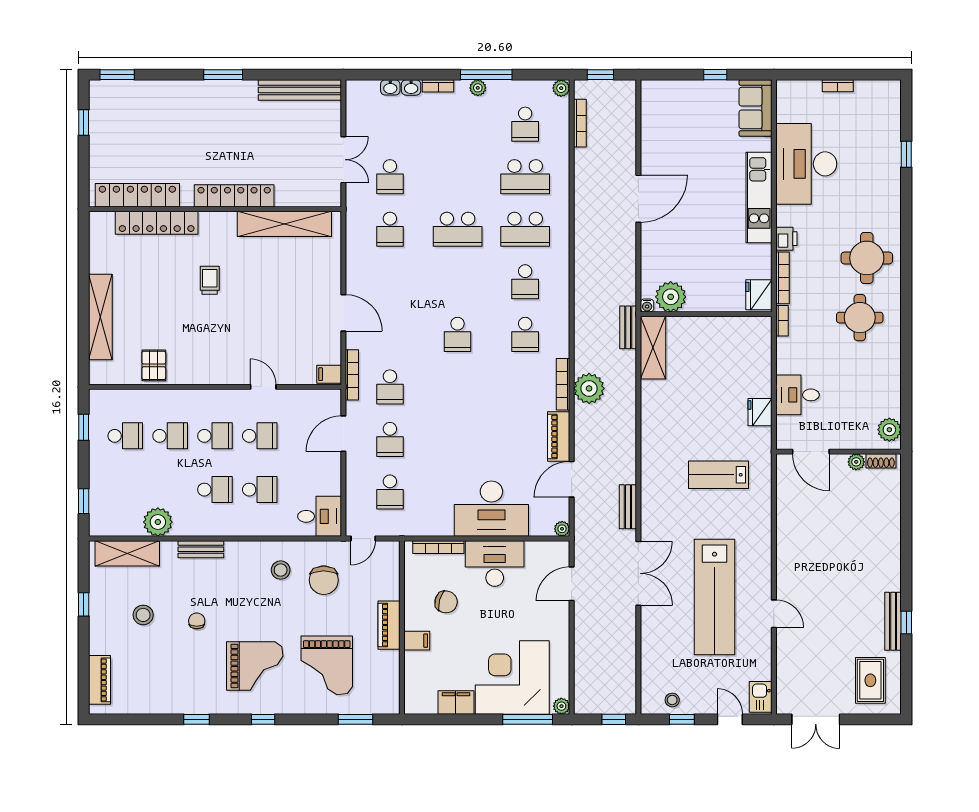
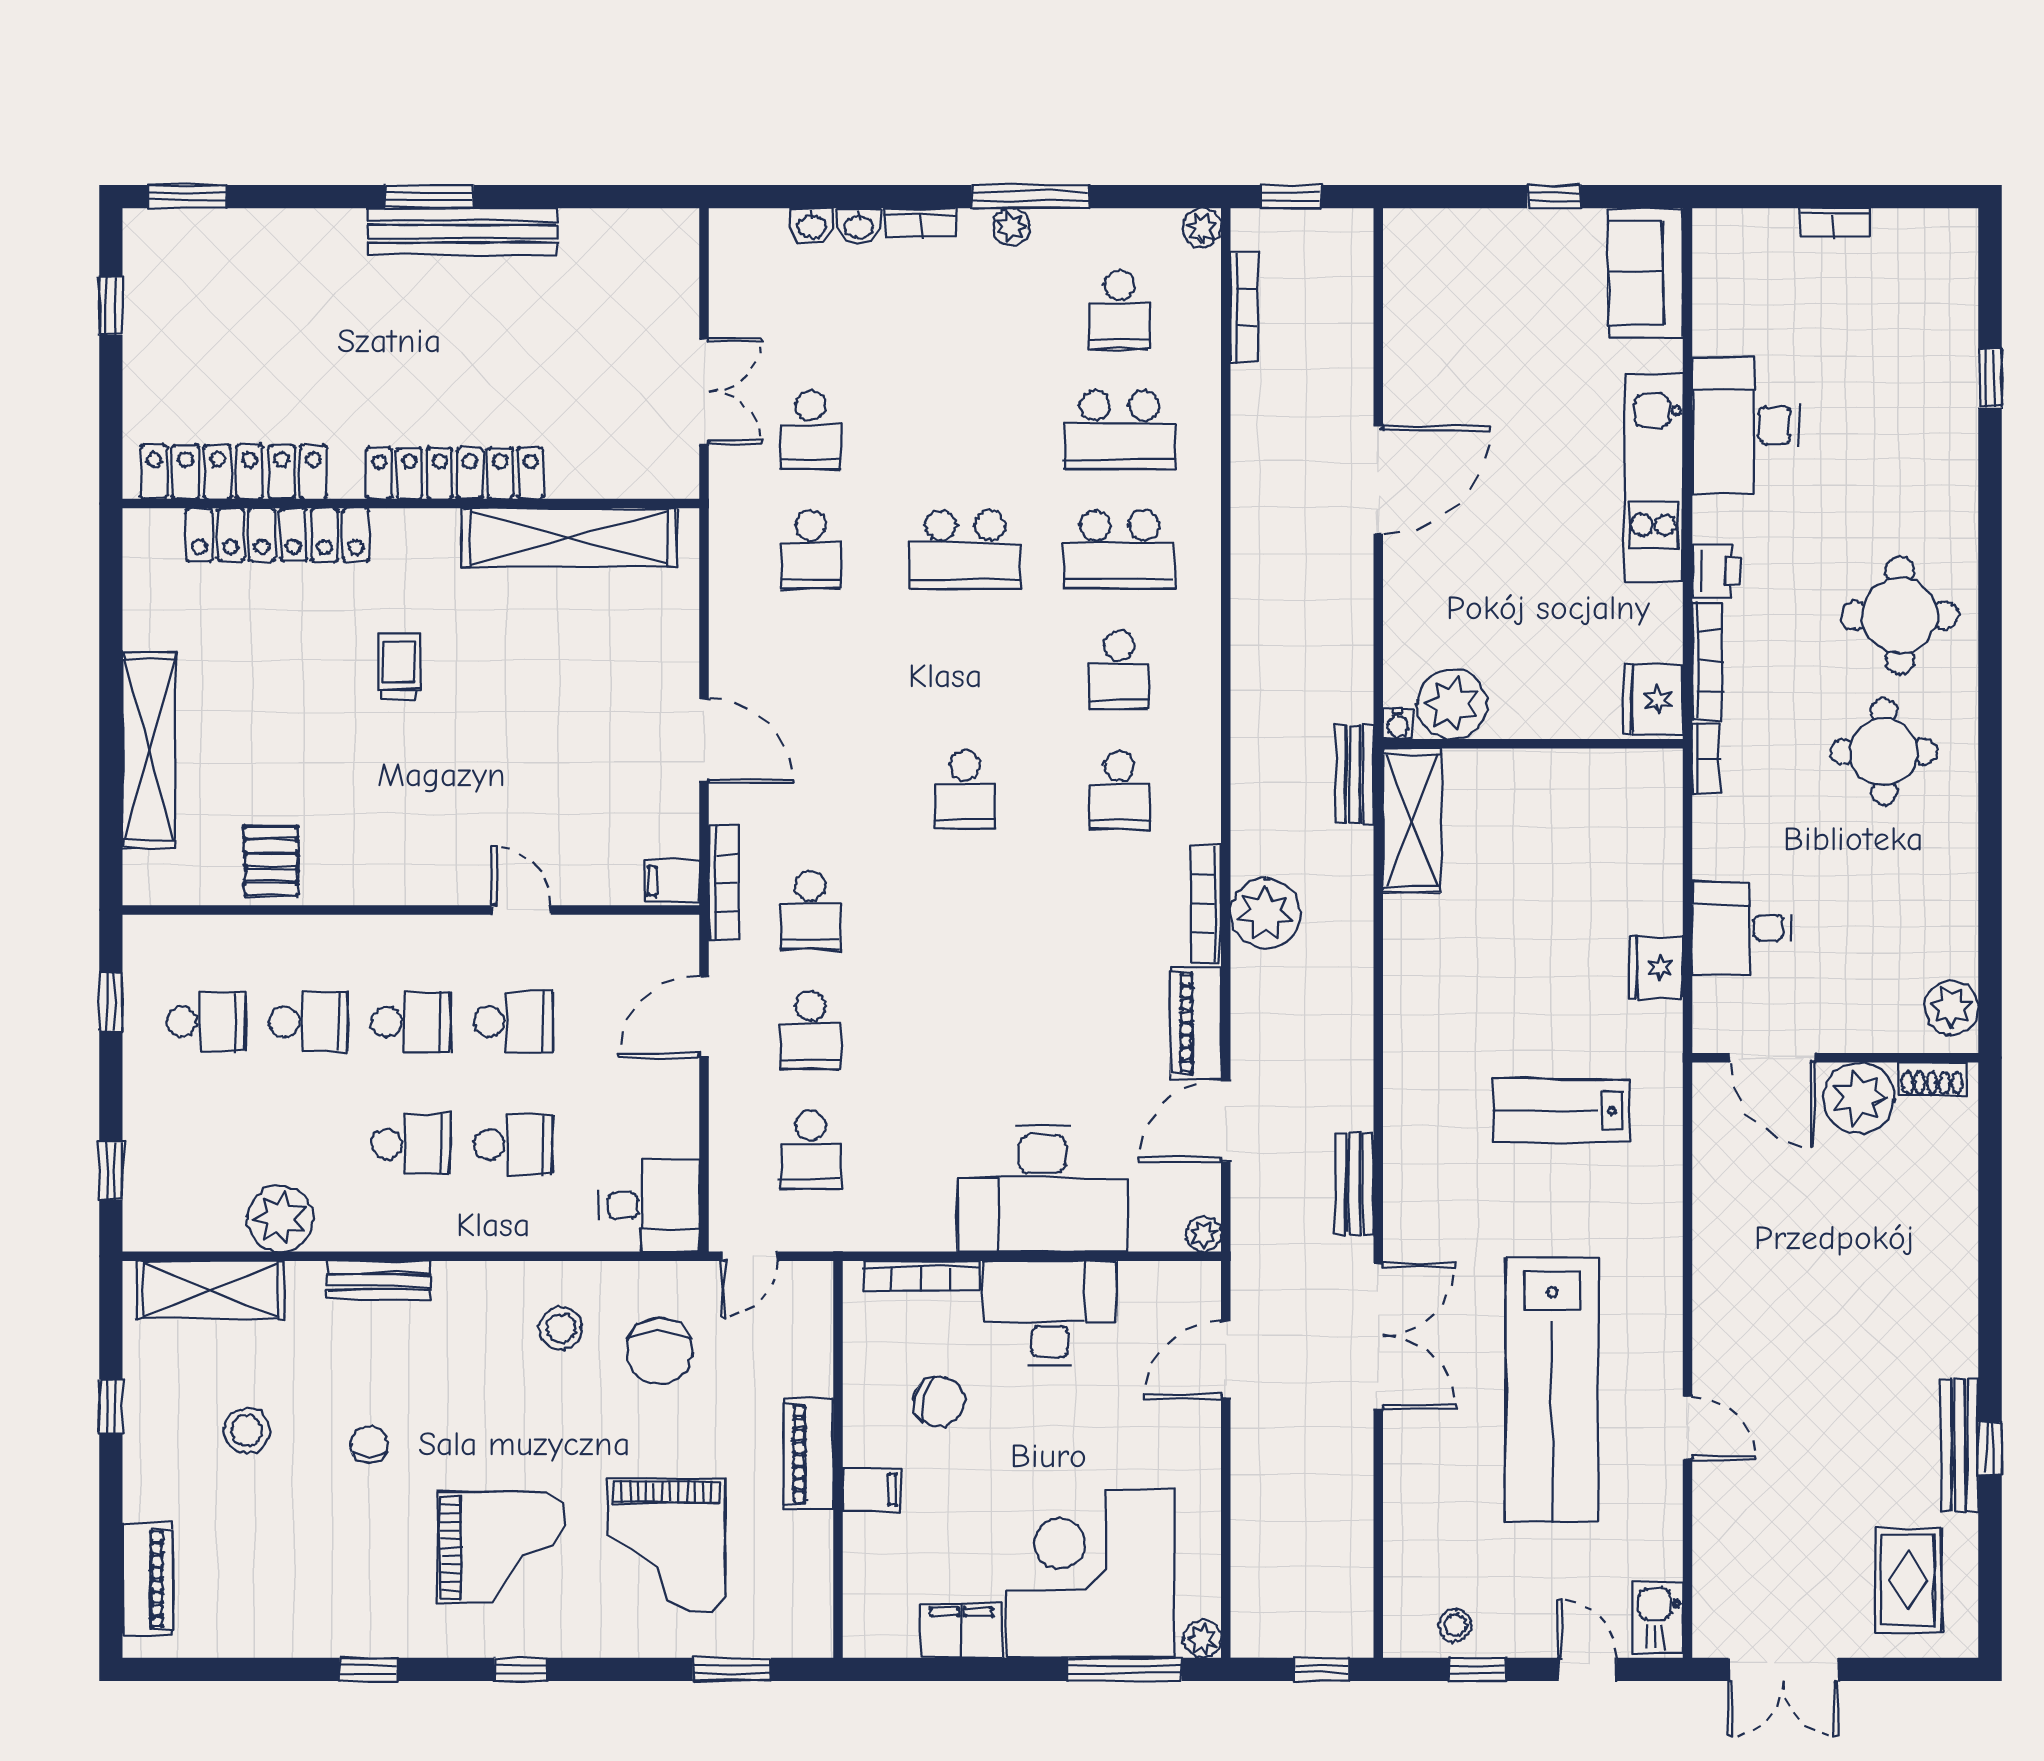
bench: (300, 90) -> (462, 232), moved
desk: (806, 164) -> (1745, 425), width x0.73, depth x0.77
plant: (856, 462) -> (1859, 1098), width x1.88, depth x1.88

